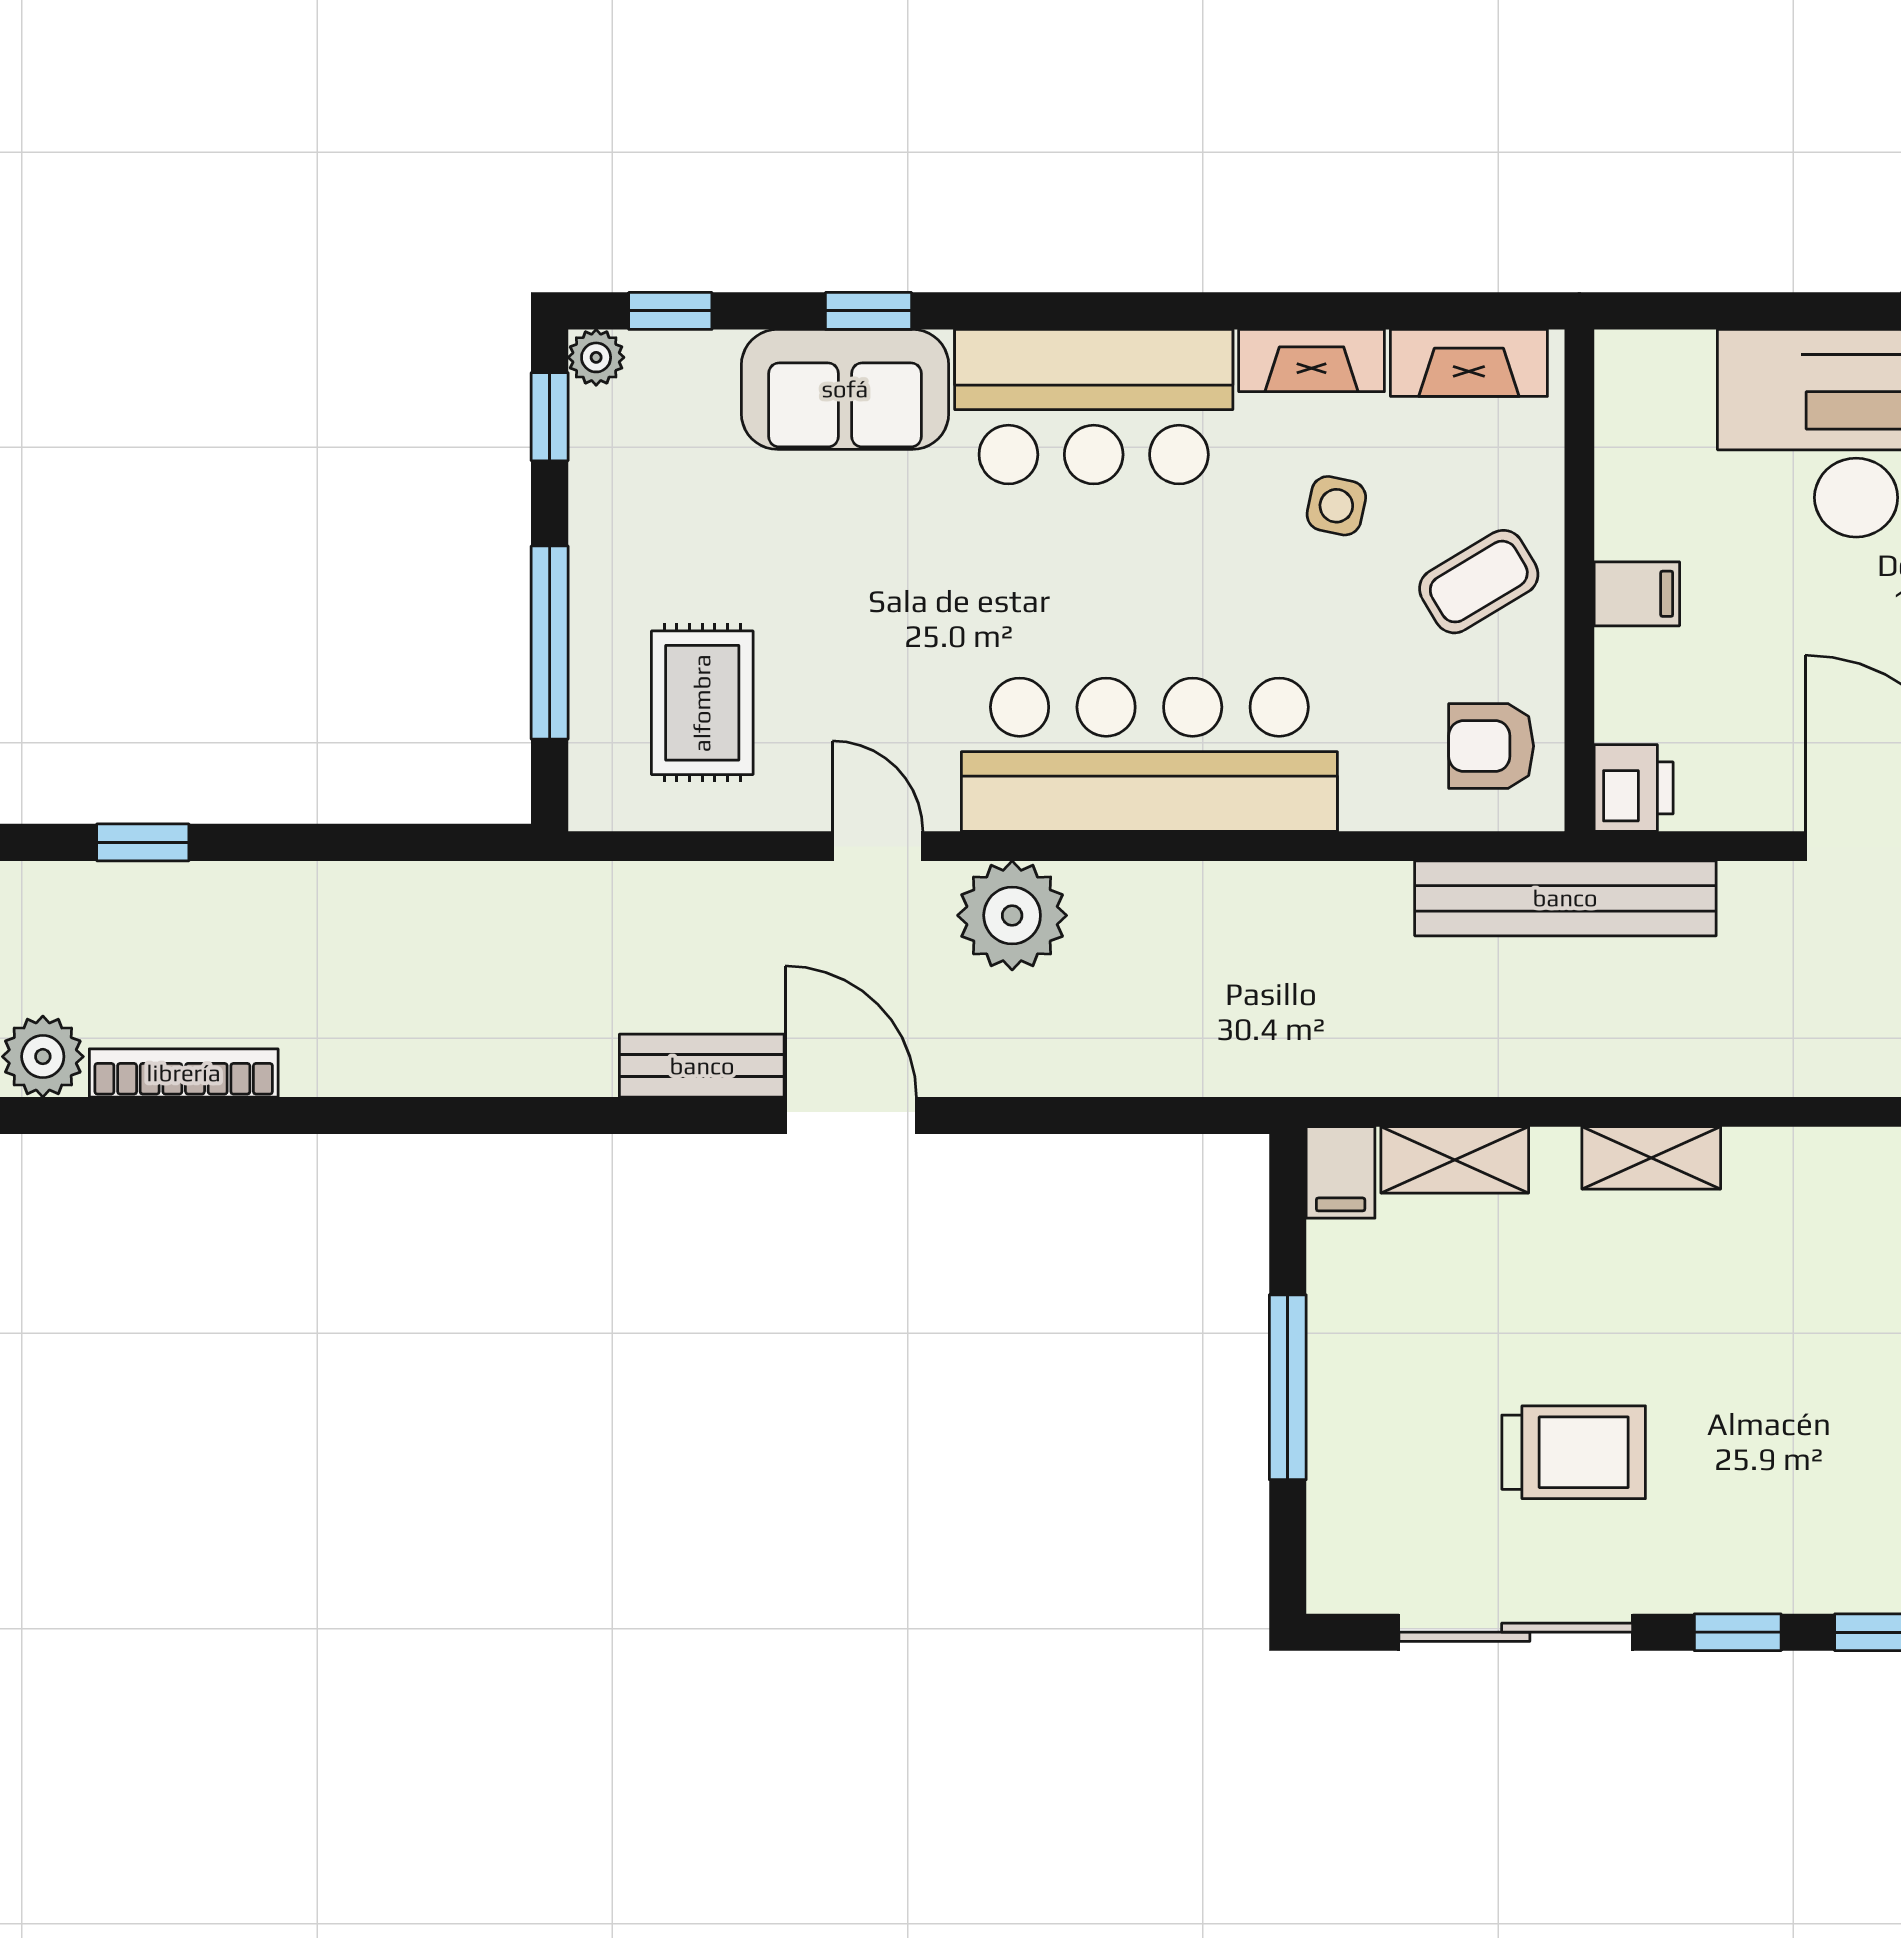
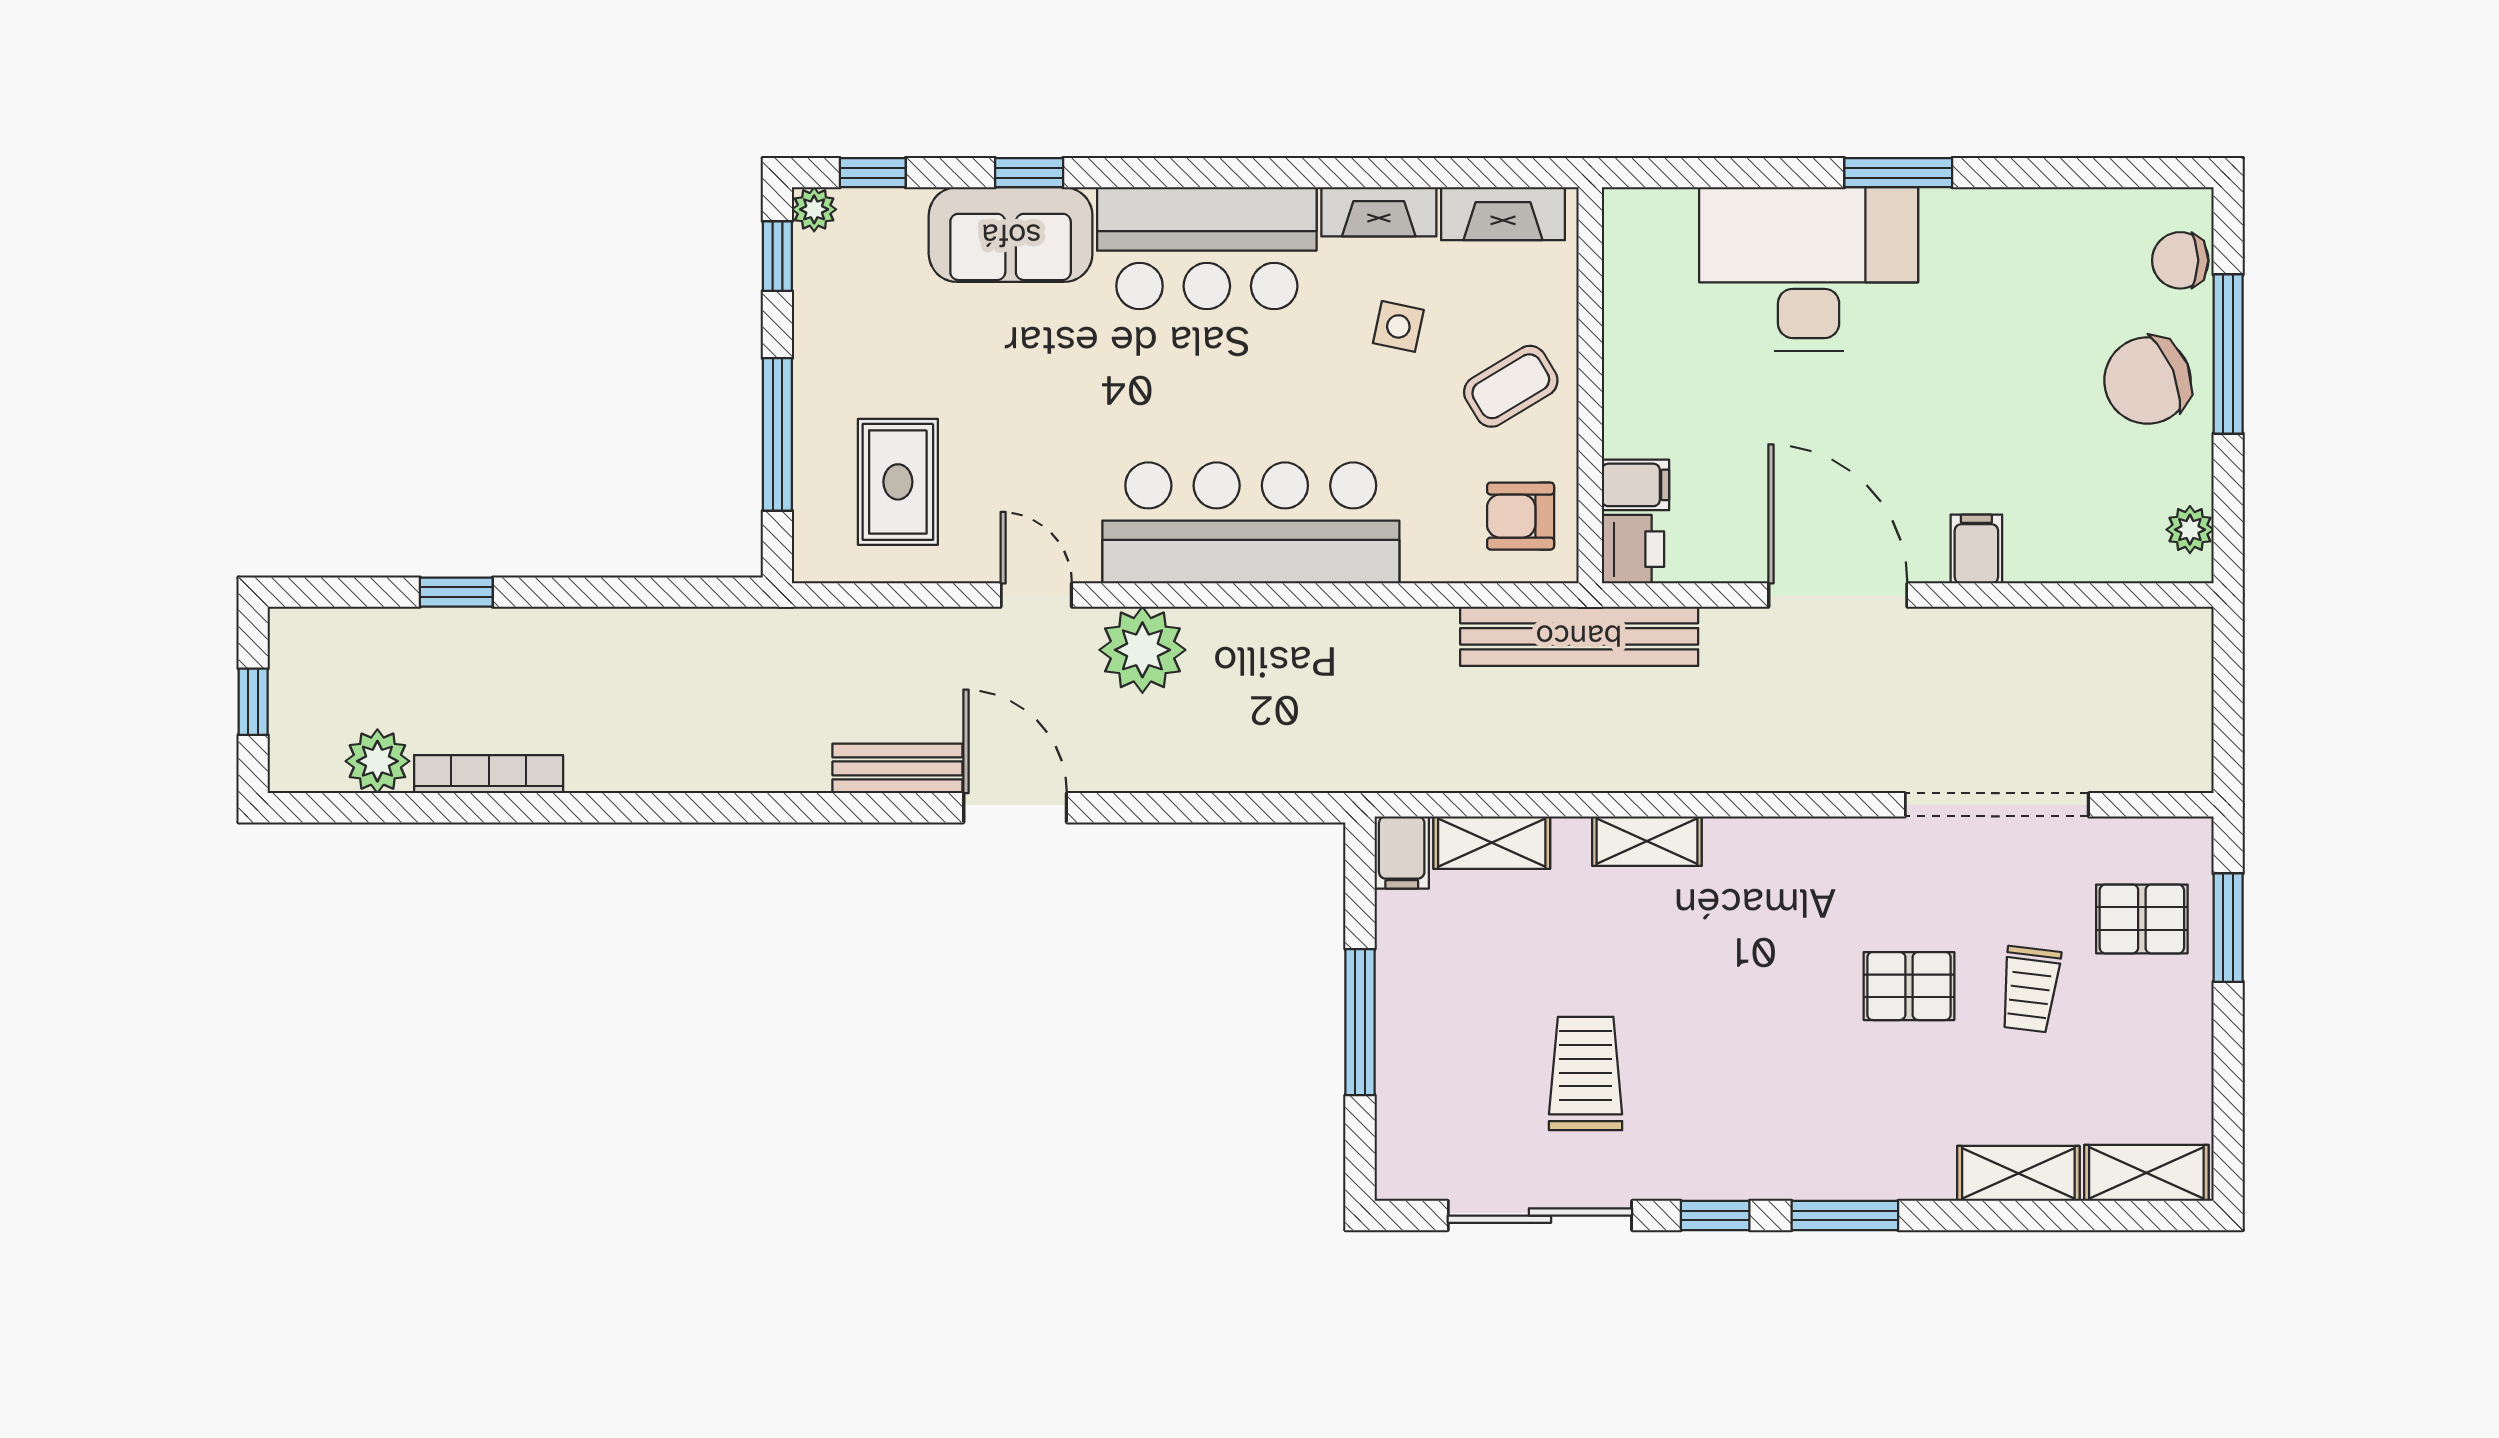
filing cabinet: (1637, 594) -> (1636, 485), moved
trolley: (1574, 1452) -> (1586, 1073), turned -90

